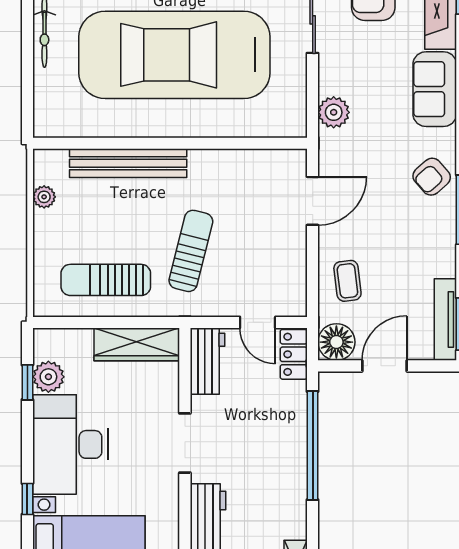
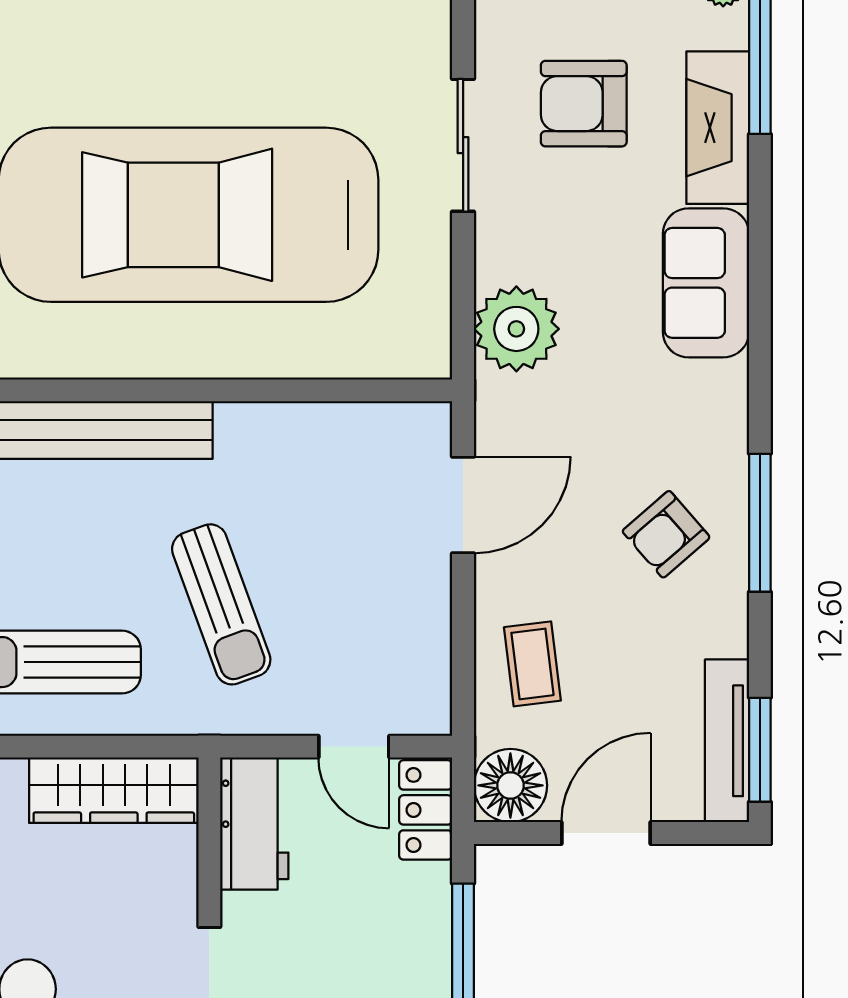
plant: (334, 112) -> (516, 329), width x1.36, depth x1.36
armchair: (432, 177) -> (666, 534), moved
sun lounger: (191, 251) -> (221, 604), turned 146

